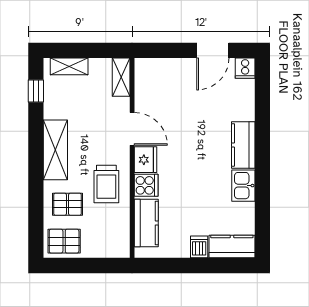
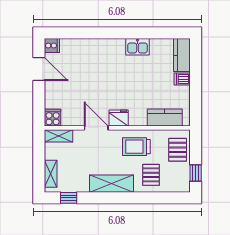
door: (132, 129) -> (96, 128), hinge flipped
kitchen counter: (243, 145) -> (108, 47), removed
trolley: (106, 184) -> (136, 147), turned 180
cooker: (146, 185) -> (53, 118), moved
pallet: (64, 241) -> (178, 150), moved
window: (70, 265) -> (196, 173), added

